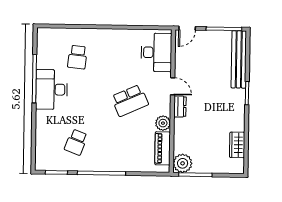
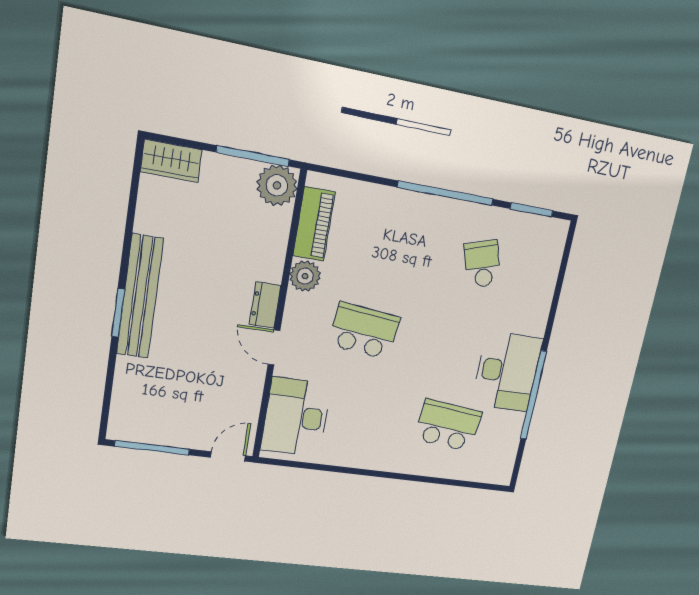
school desk: (77, 57) -> (448, 425), width x1.85
bench: (239, 59) -> (140, 297), moved
school desk: (130, 100) -> (364, 331), turned 30
school desk: (76, 142) -> (482, 264), turned -39
wardrobe: (237, 145) -> (171, 161), moved, turned 90

